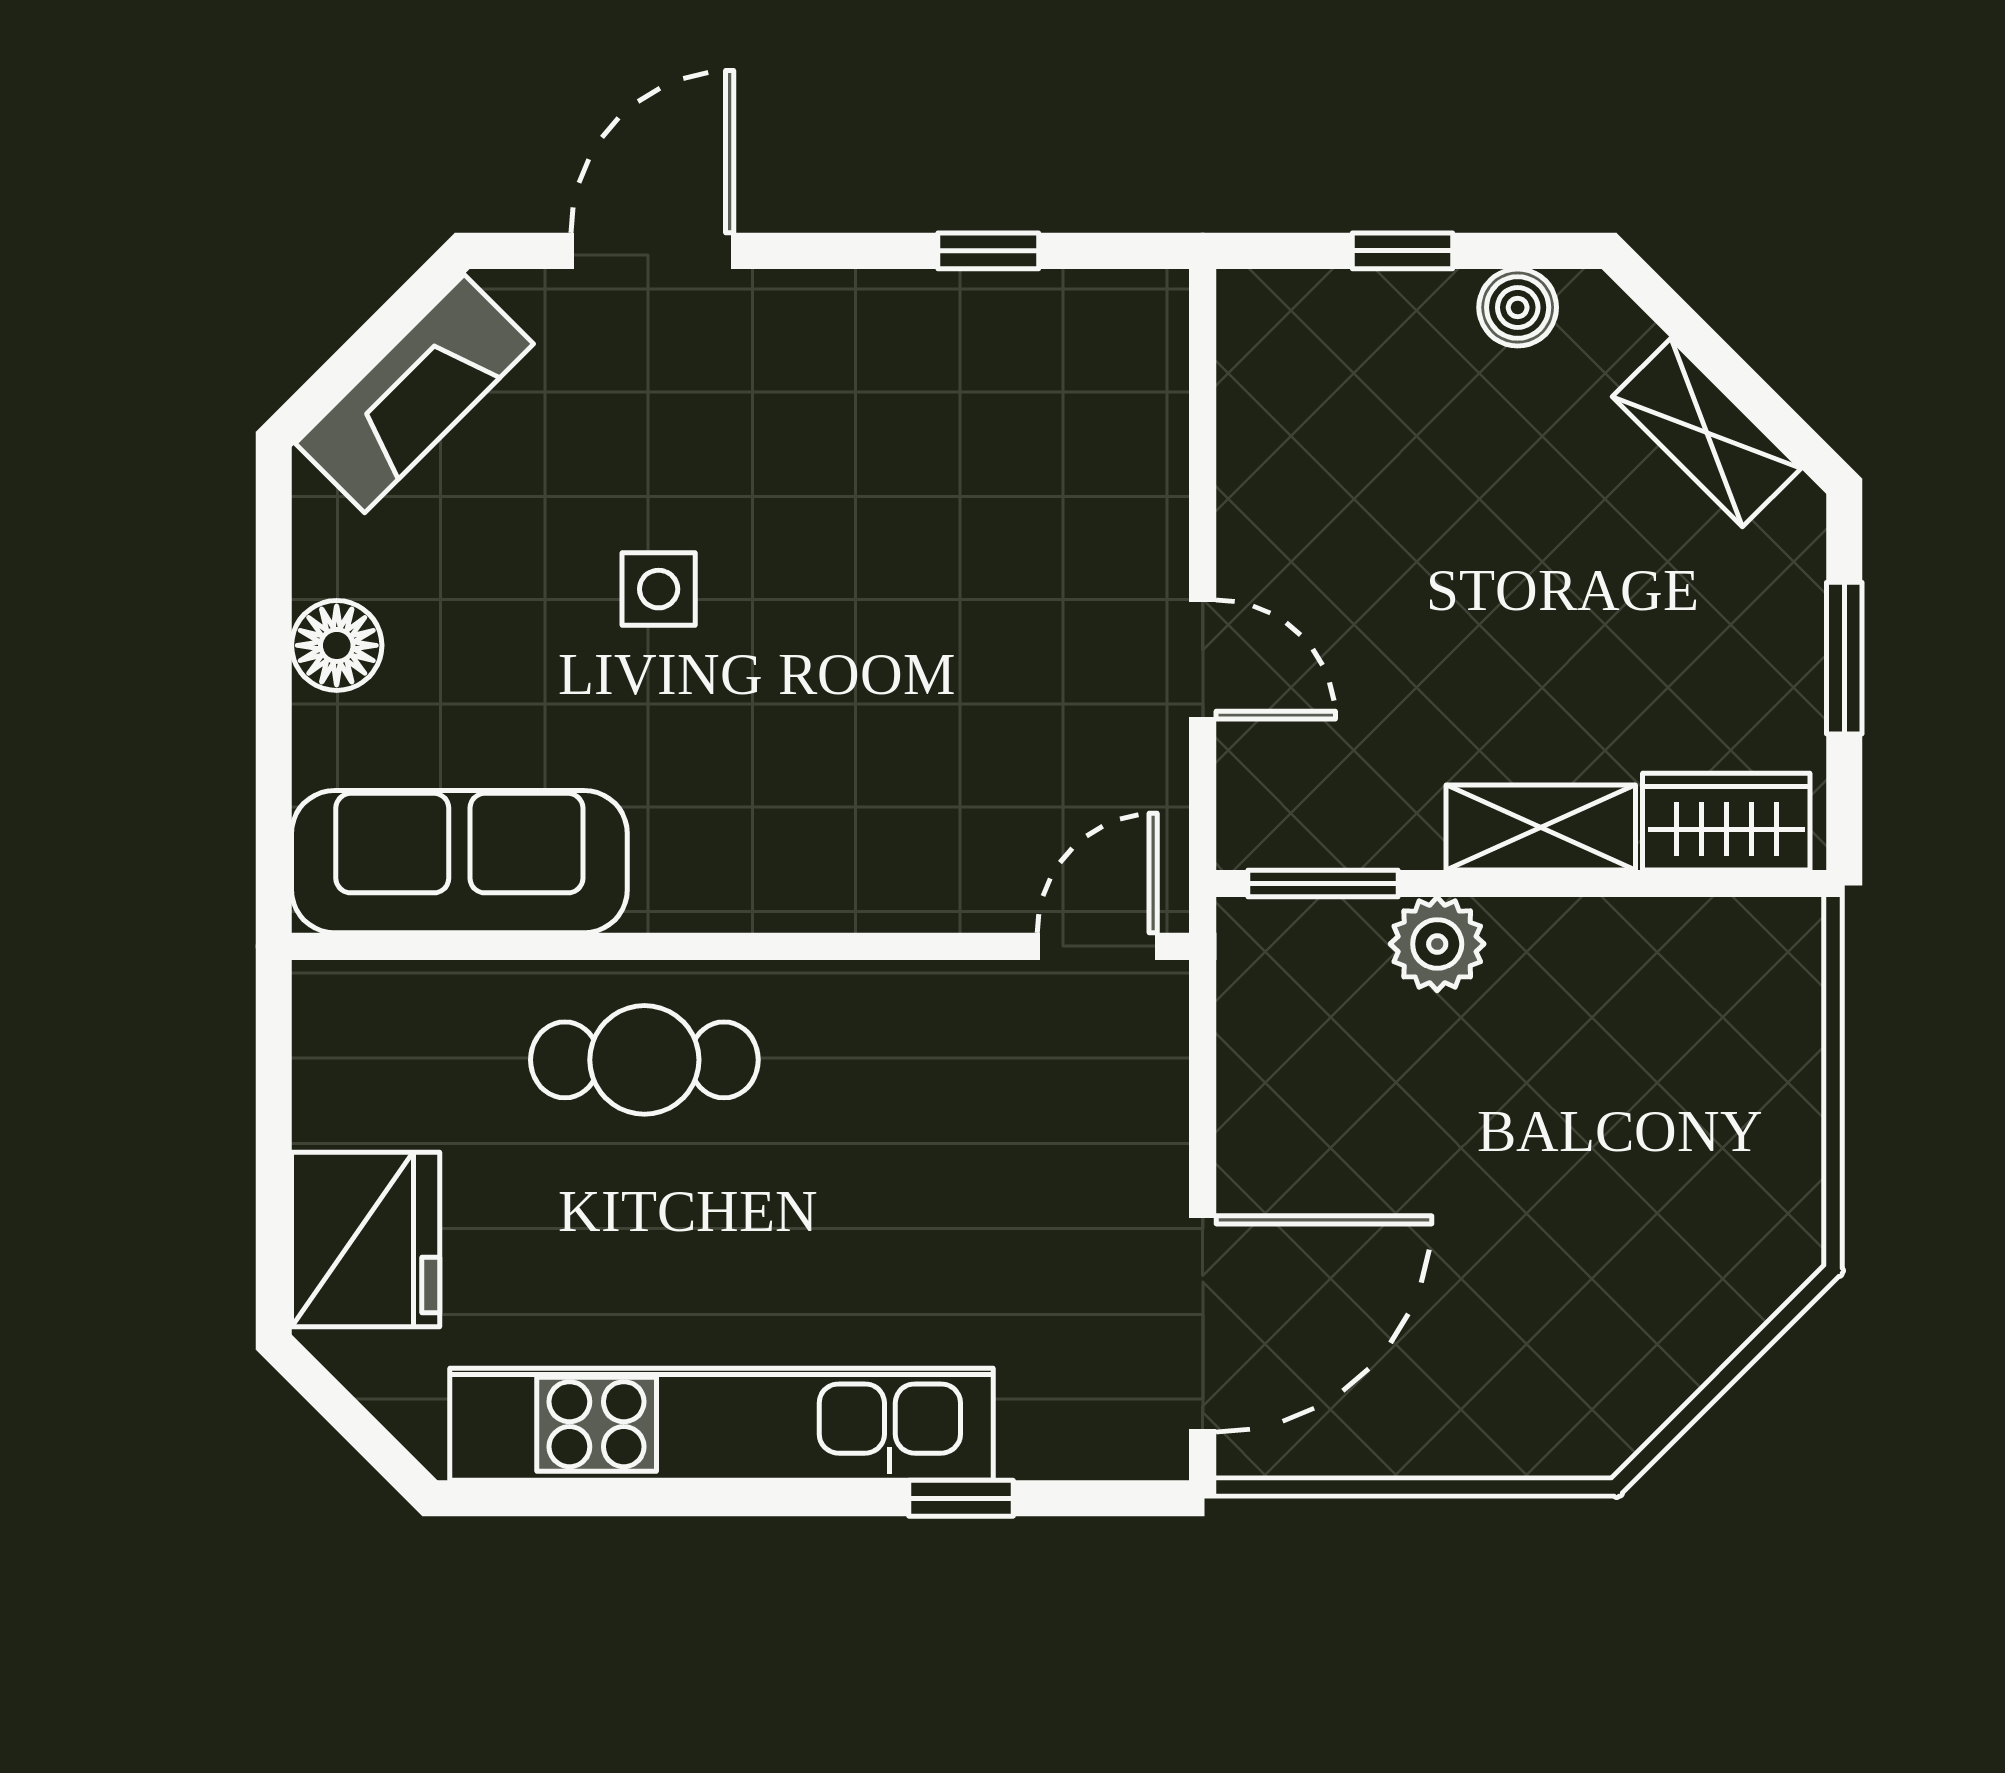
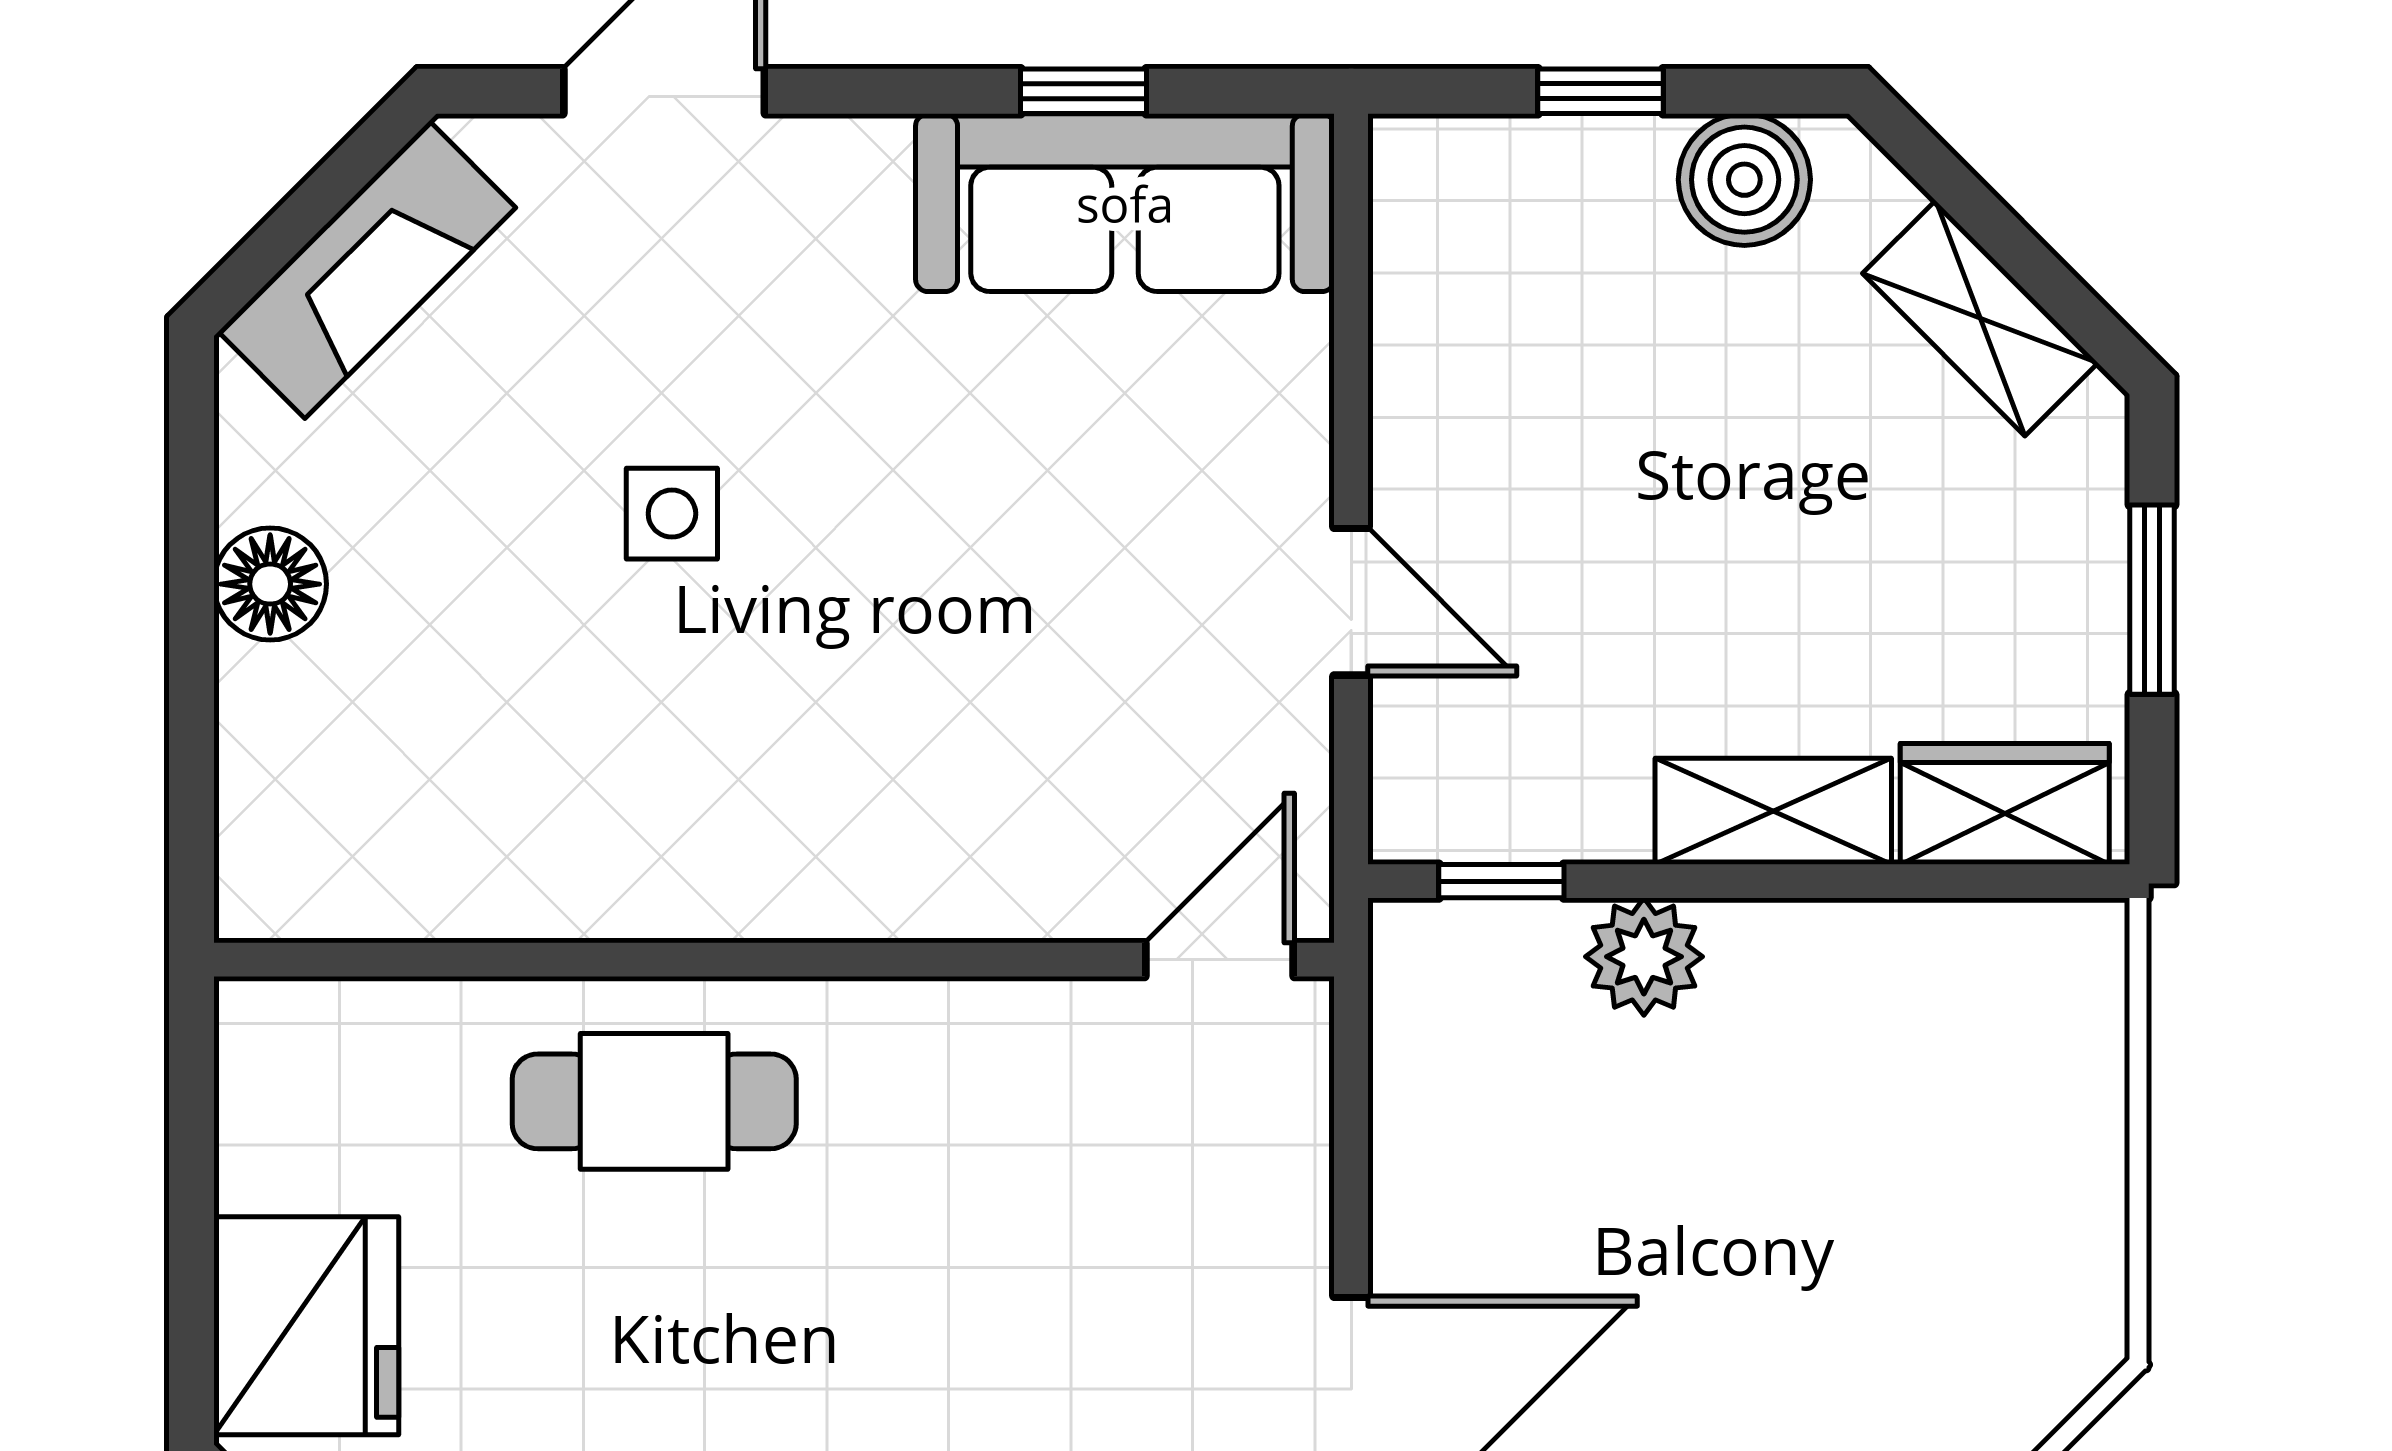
boiler: (1518, 307) -> (1744, 180), width x1.36, depth x1.36
sofa: (459, 862) -> (1125, 203), moved, turned 180
window: (1323, 884) -> (1501, 881), width x0.67

